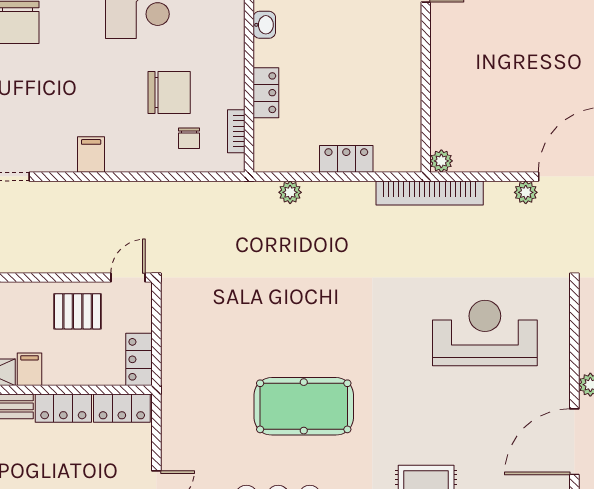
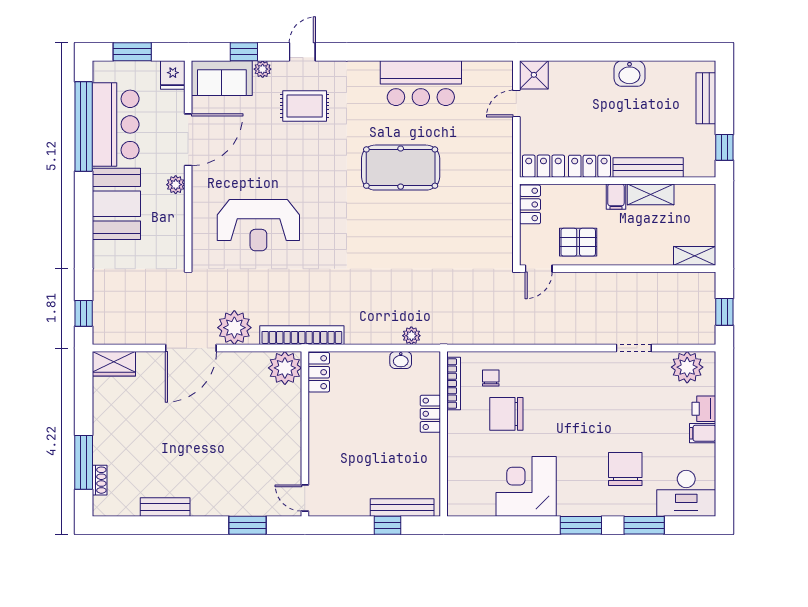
washbasin: (264, 25) -> (401, 360), moved, turned -90
bookcase: (236, 131) -> (454, 383), width x1.56
filing cabinet: (91, 154) -> (568, 365), removed
locker: (346, 159) -> (319, 372), moved, turned -90
plant: (441, 161) -> (285, 368), width x1.87, depth x1.87
plant: (526, 192) -> (234, 328), width x1.87, depth x1.87

